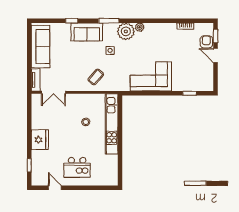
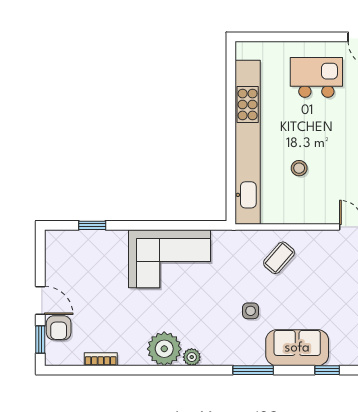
plant: (126, 31) -> (164, 349), moved
kitchen unit: (112, 124) -> (248, 142), width x1.36

